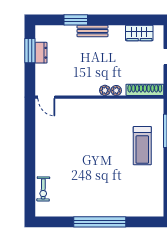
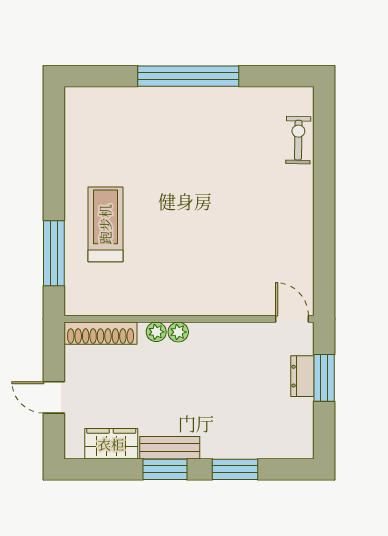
window: (112, 20) -> (165, 469), added
bench: (93, 31) -> (170, 448), moved
window: (30, 51) -> (324, 378), moved
dresser: (41, 53) -> (302, 376), moved

